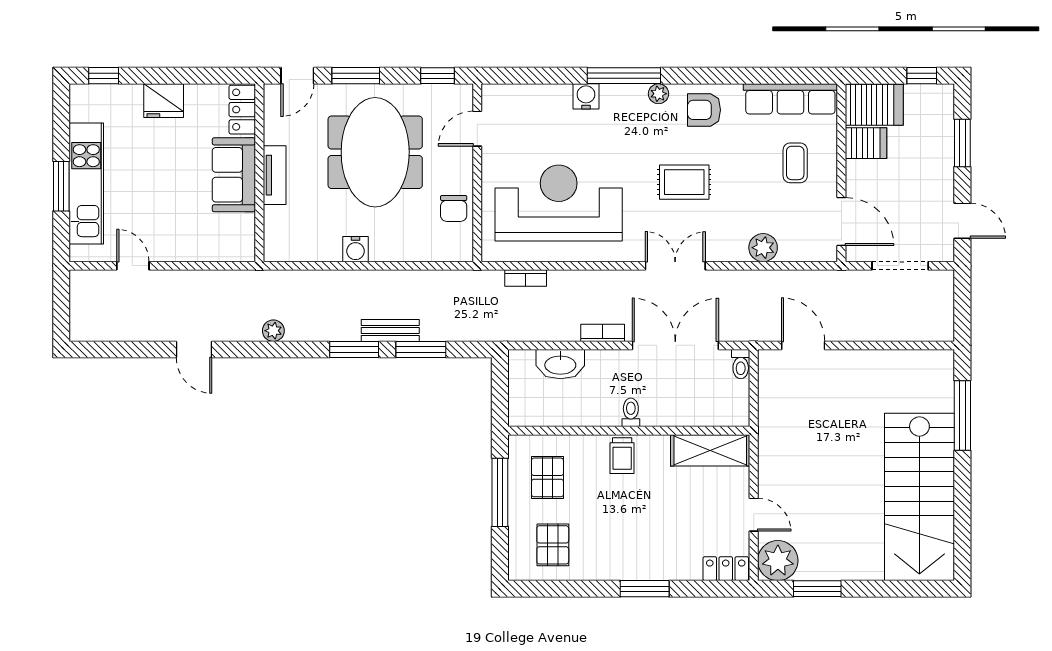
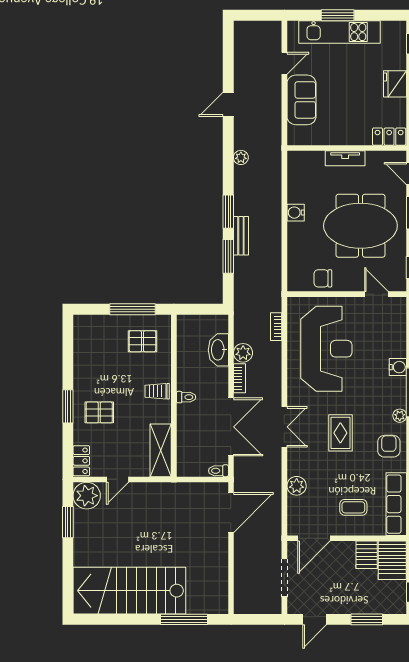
sofa: (234, 175) -> (301, 100), moved, turned 90
plant: (565, 327) -> (243, 353), added
door: (803, 345) -> (231, 513), width x1.36
pallet: (553, 545) -> (99, 412), moved

